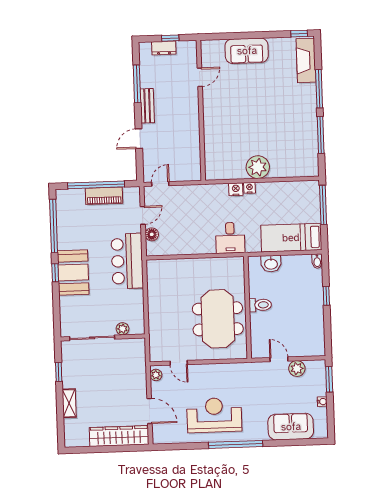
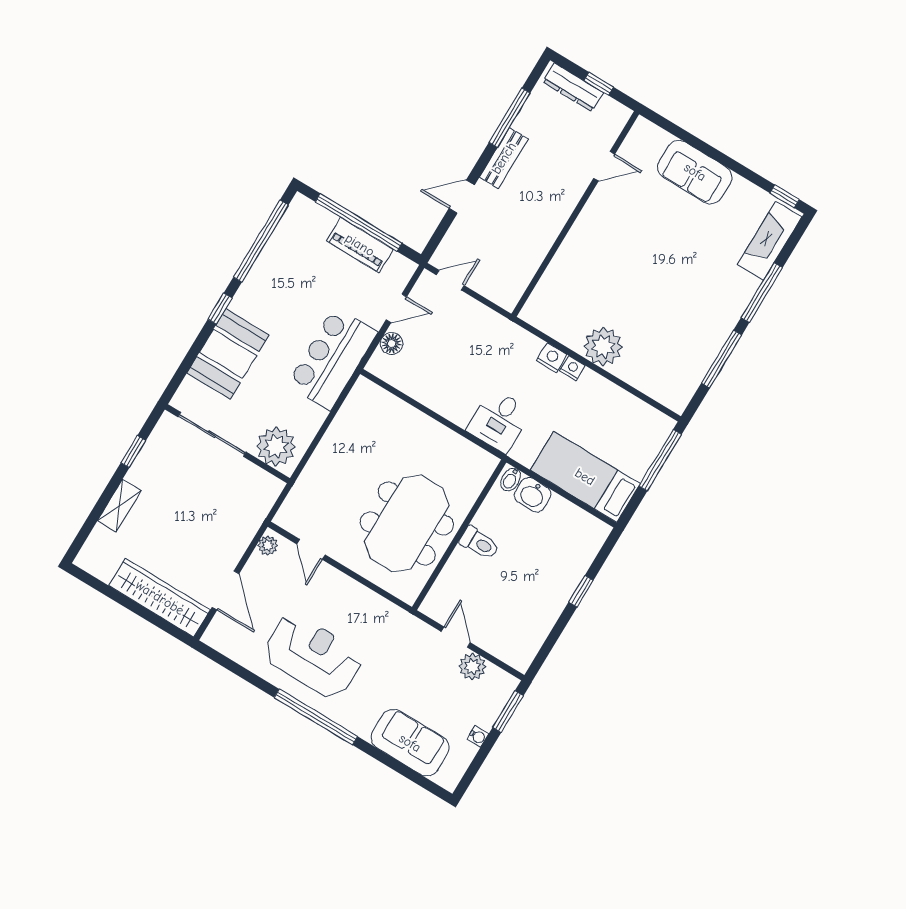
dresser: (164, 48) -> (573, 87), width x1.44
bidet: (317, 261) -> (511, 480), moved
booth: (73, 272) -> (228, 354), moved
plant: (122, 329) -> (276, 447), width x1.88, depth x1.88

